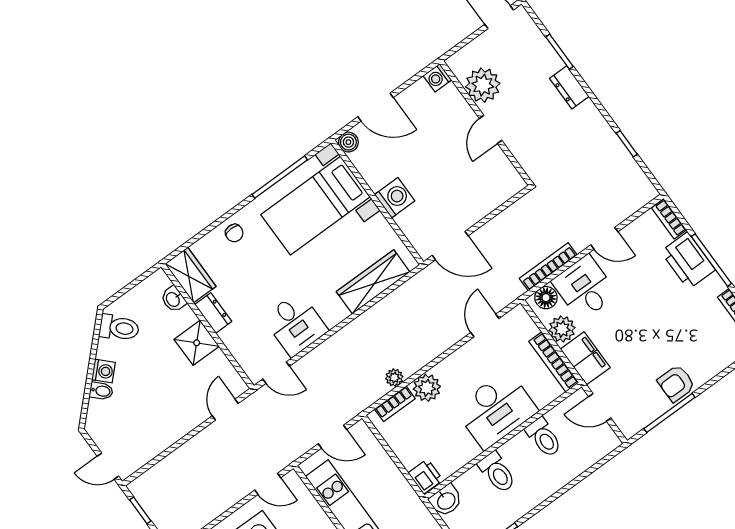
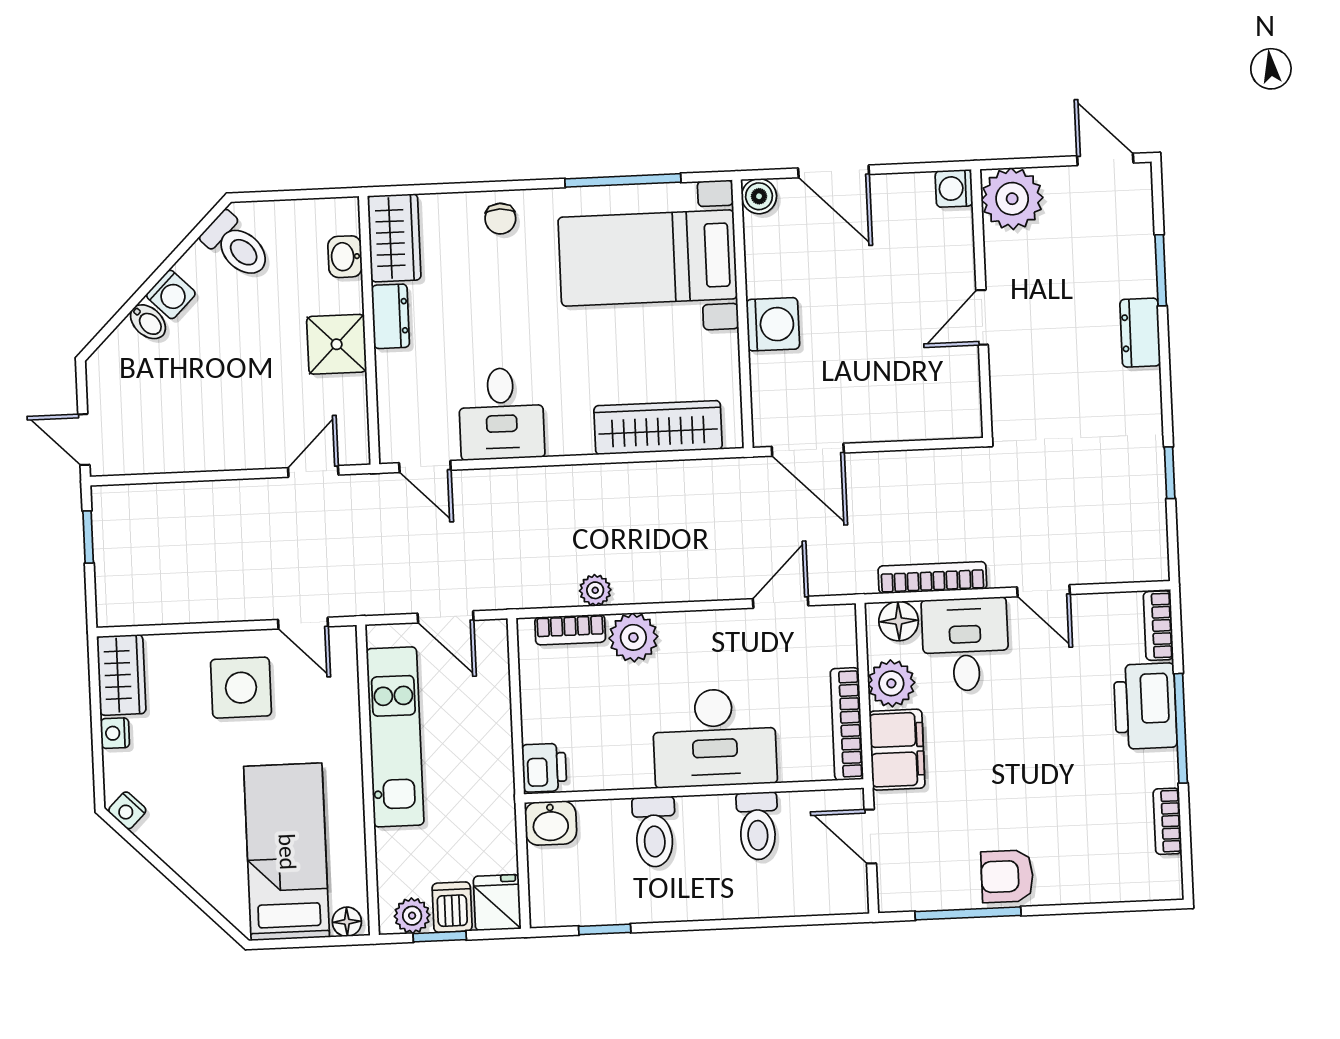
plant: (483, 85) -> (1012, 199), moved

